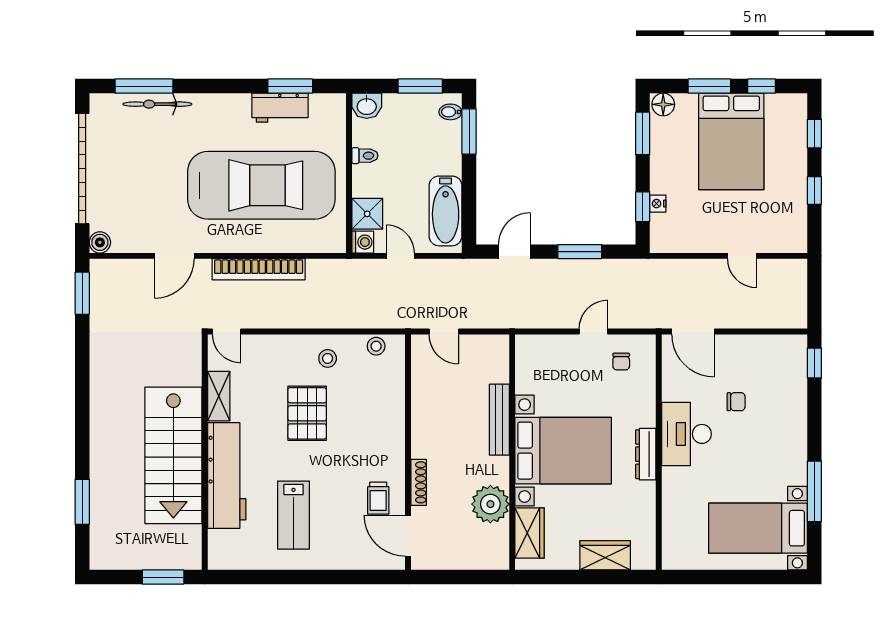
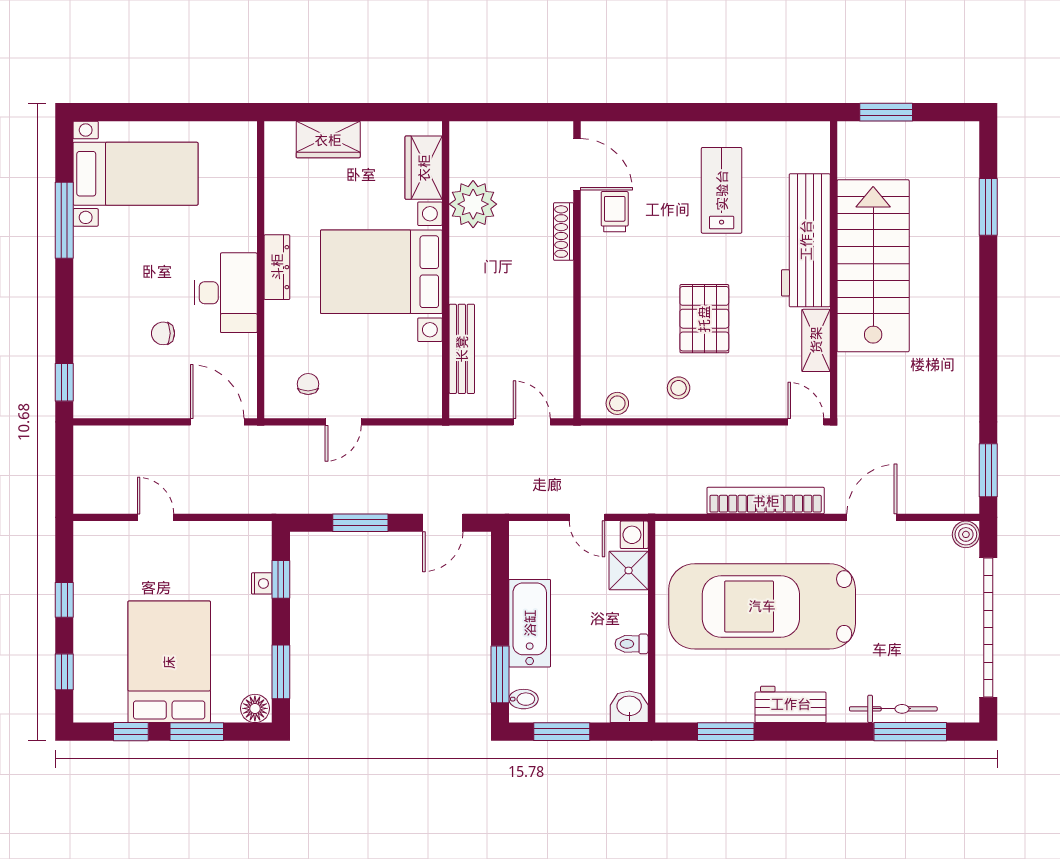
workbench: (280, 108) -> (791, 704), moved
bathtub: (446, 211) -> (530, 623), moved
bench: (499, 420) -> (462, 349), moved

